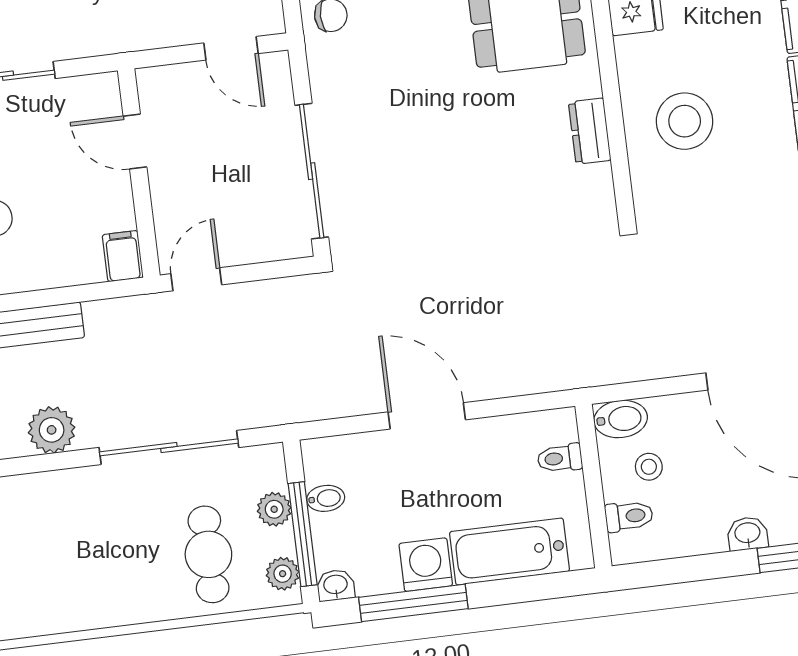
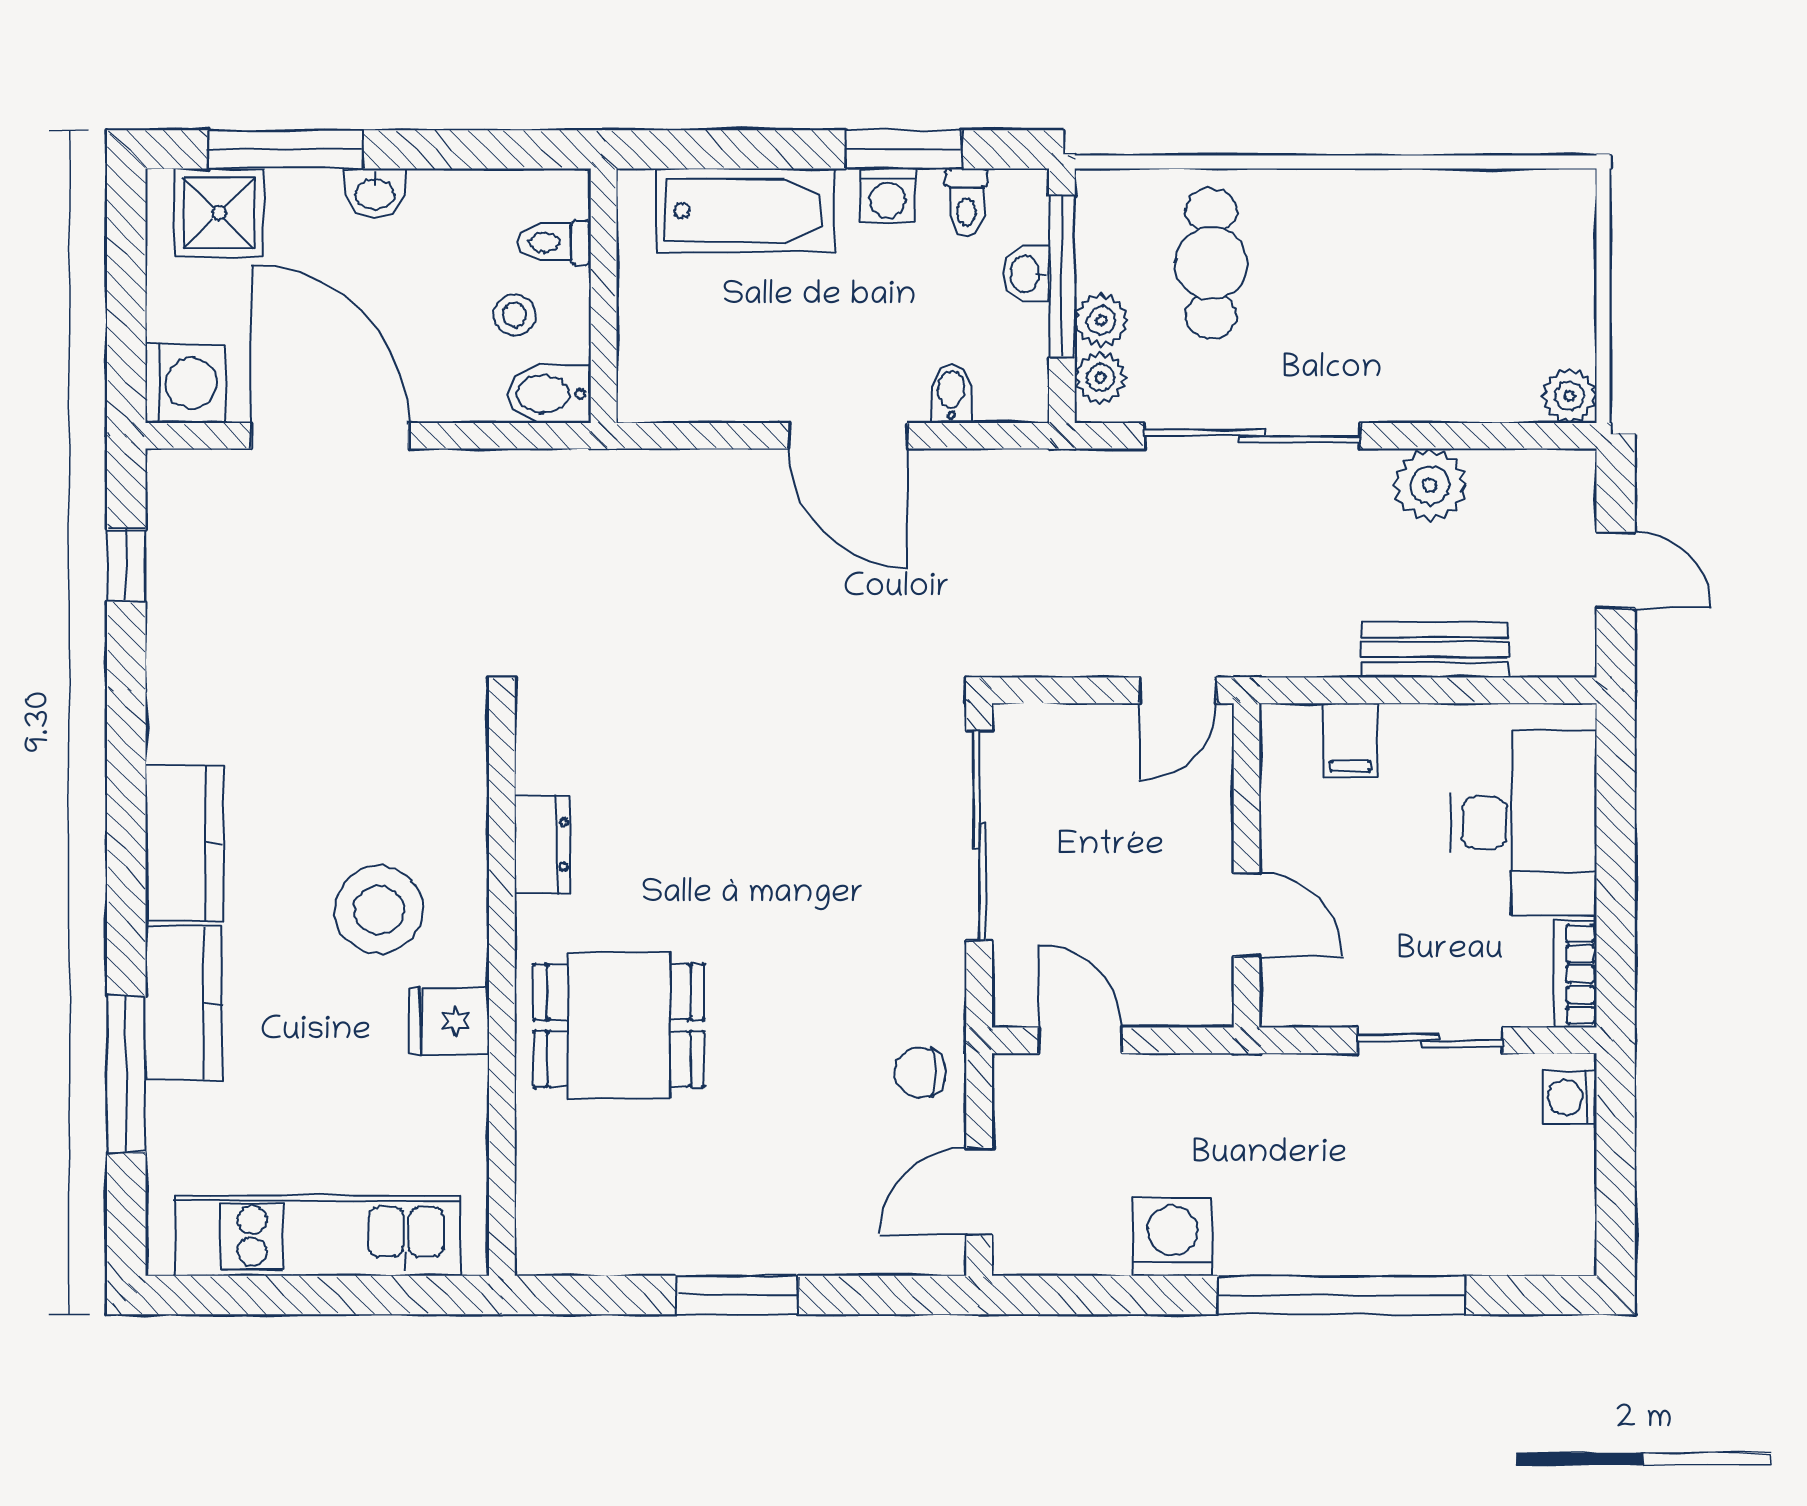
stool: (685, 121) -> (379, 910), moved
filing cabinet: (123, 256) -> (1350, 740), moved
toilet: (560, 458) -> (966, 202), moved, turned 90
bidet: (326, 498) -> (951, 393), moved, turned 90
washing machine: (426, 565) -> (888, 196), width x0.73, depth x0.73
plant: (283, 574) -> (1100, 378), moved
washbasin: (336, 585) -> (1026, 274), moved, turned 90
window: (413, 603) -> (904, 149), width x0.69

